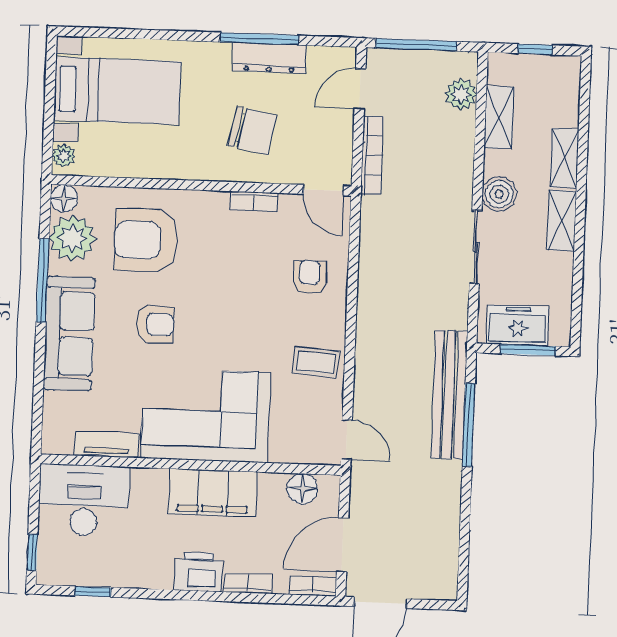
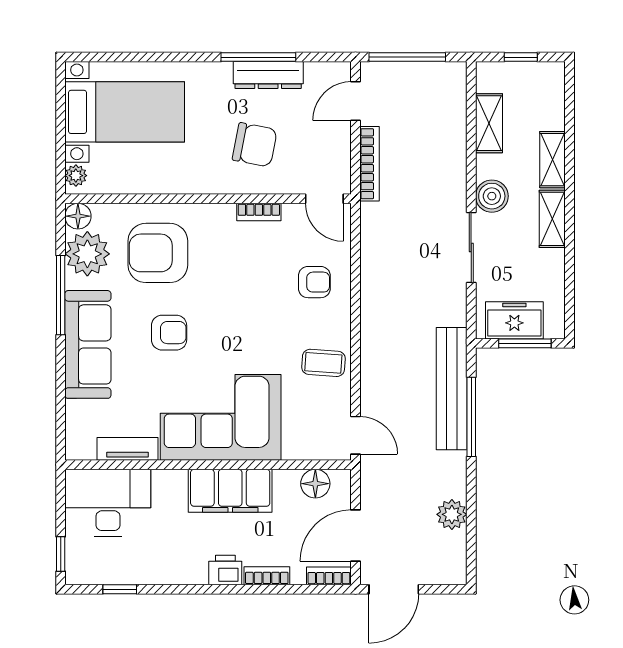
plant: (461, 94) -> (452, 514), moved
armchair: (309, 277) -> (314, 282), turned 90
printer: (198, 572) -> (225, 570), width x0.73, depth x0.81

